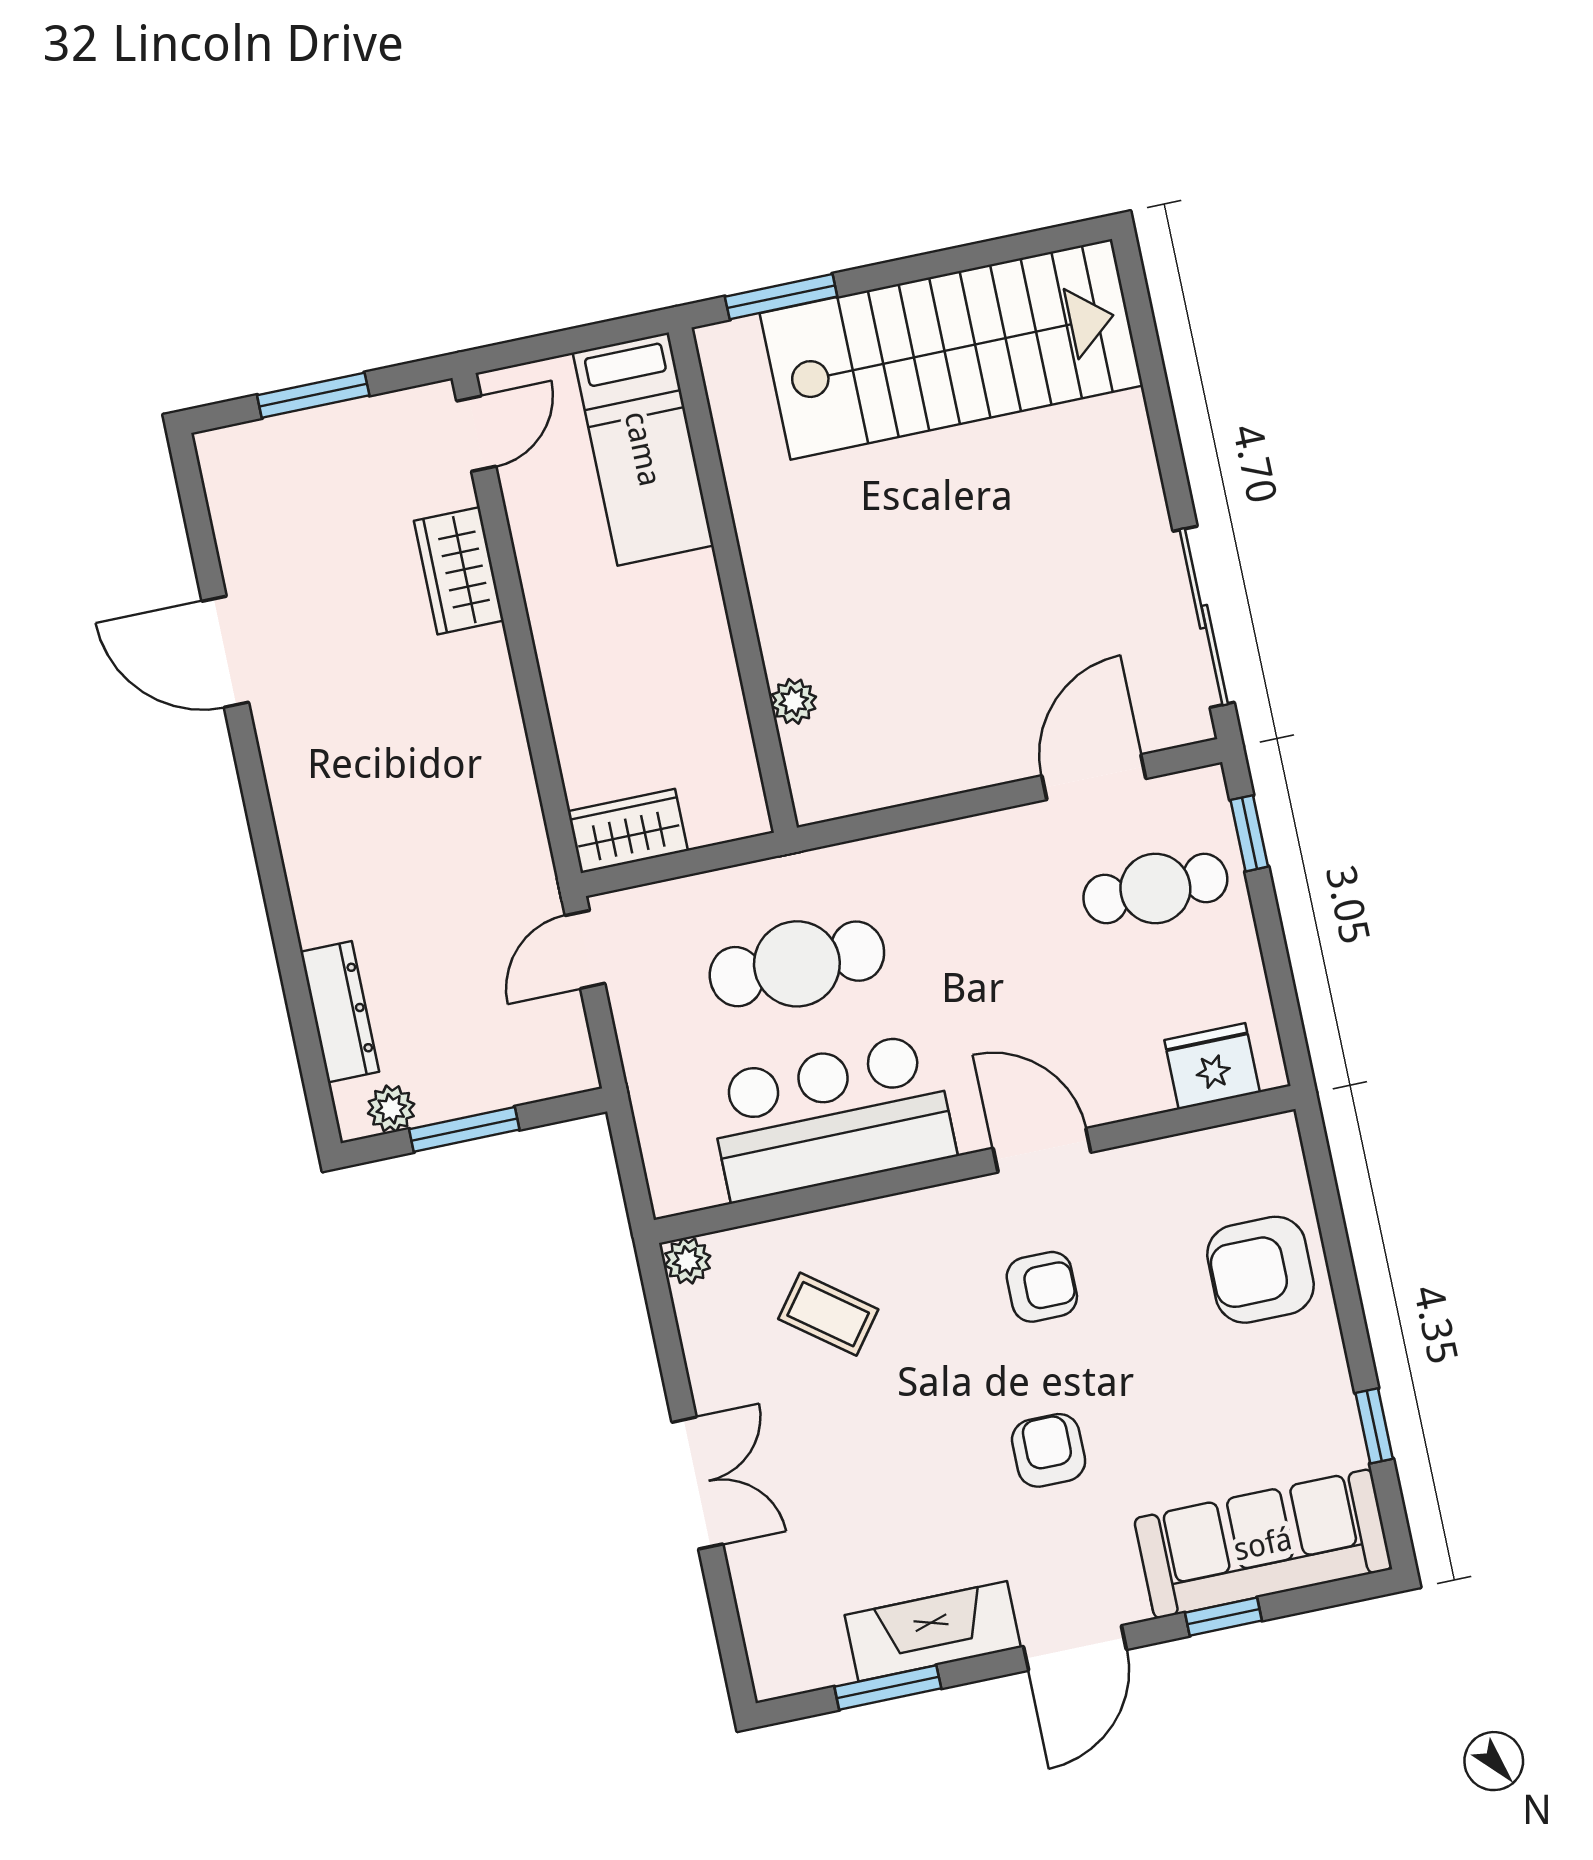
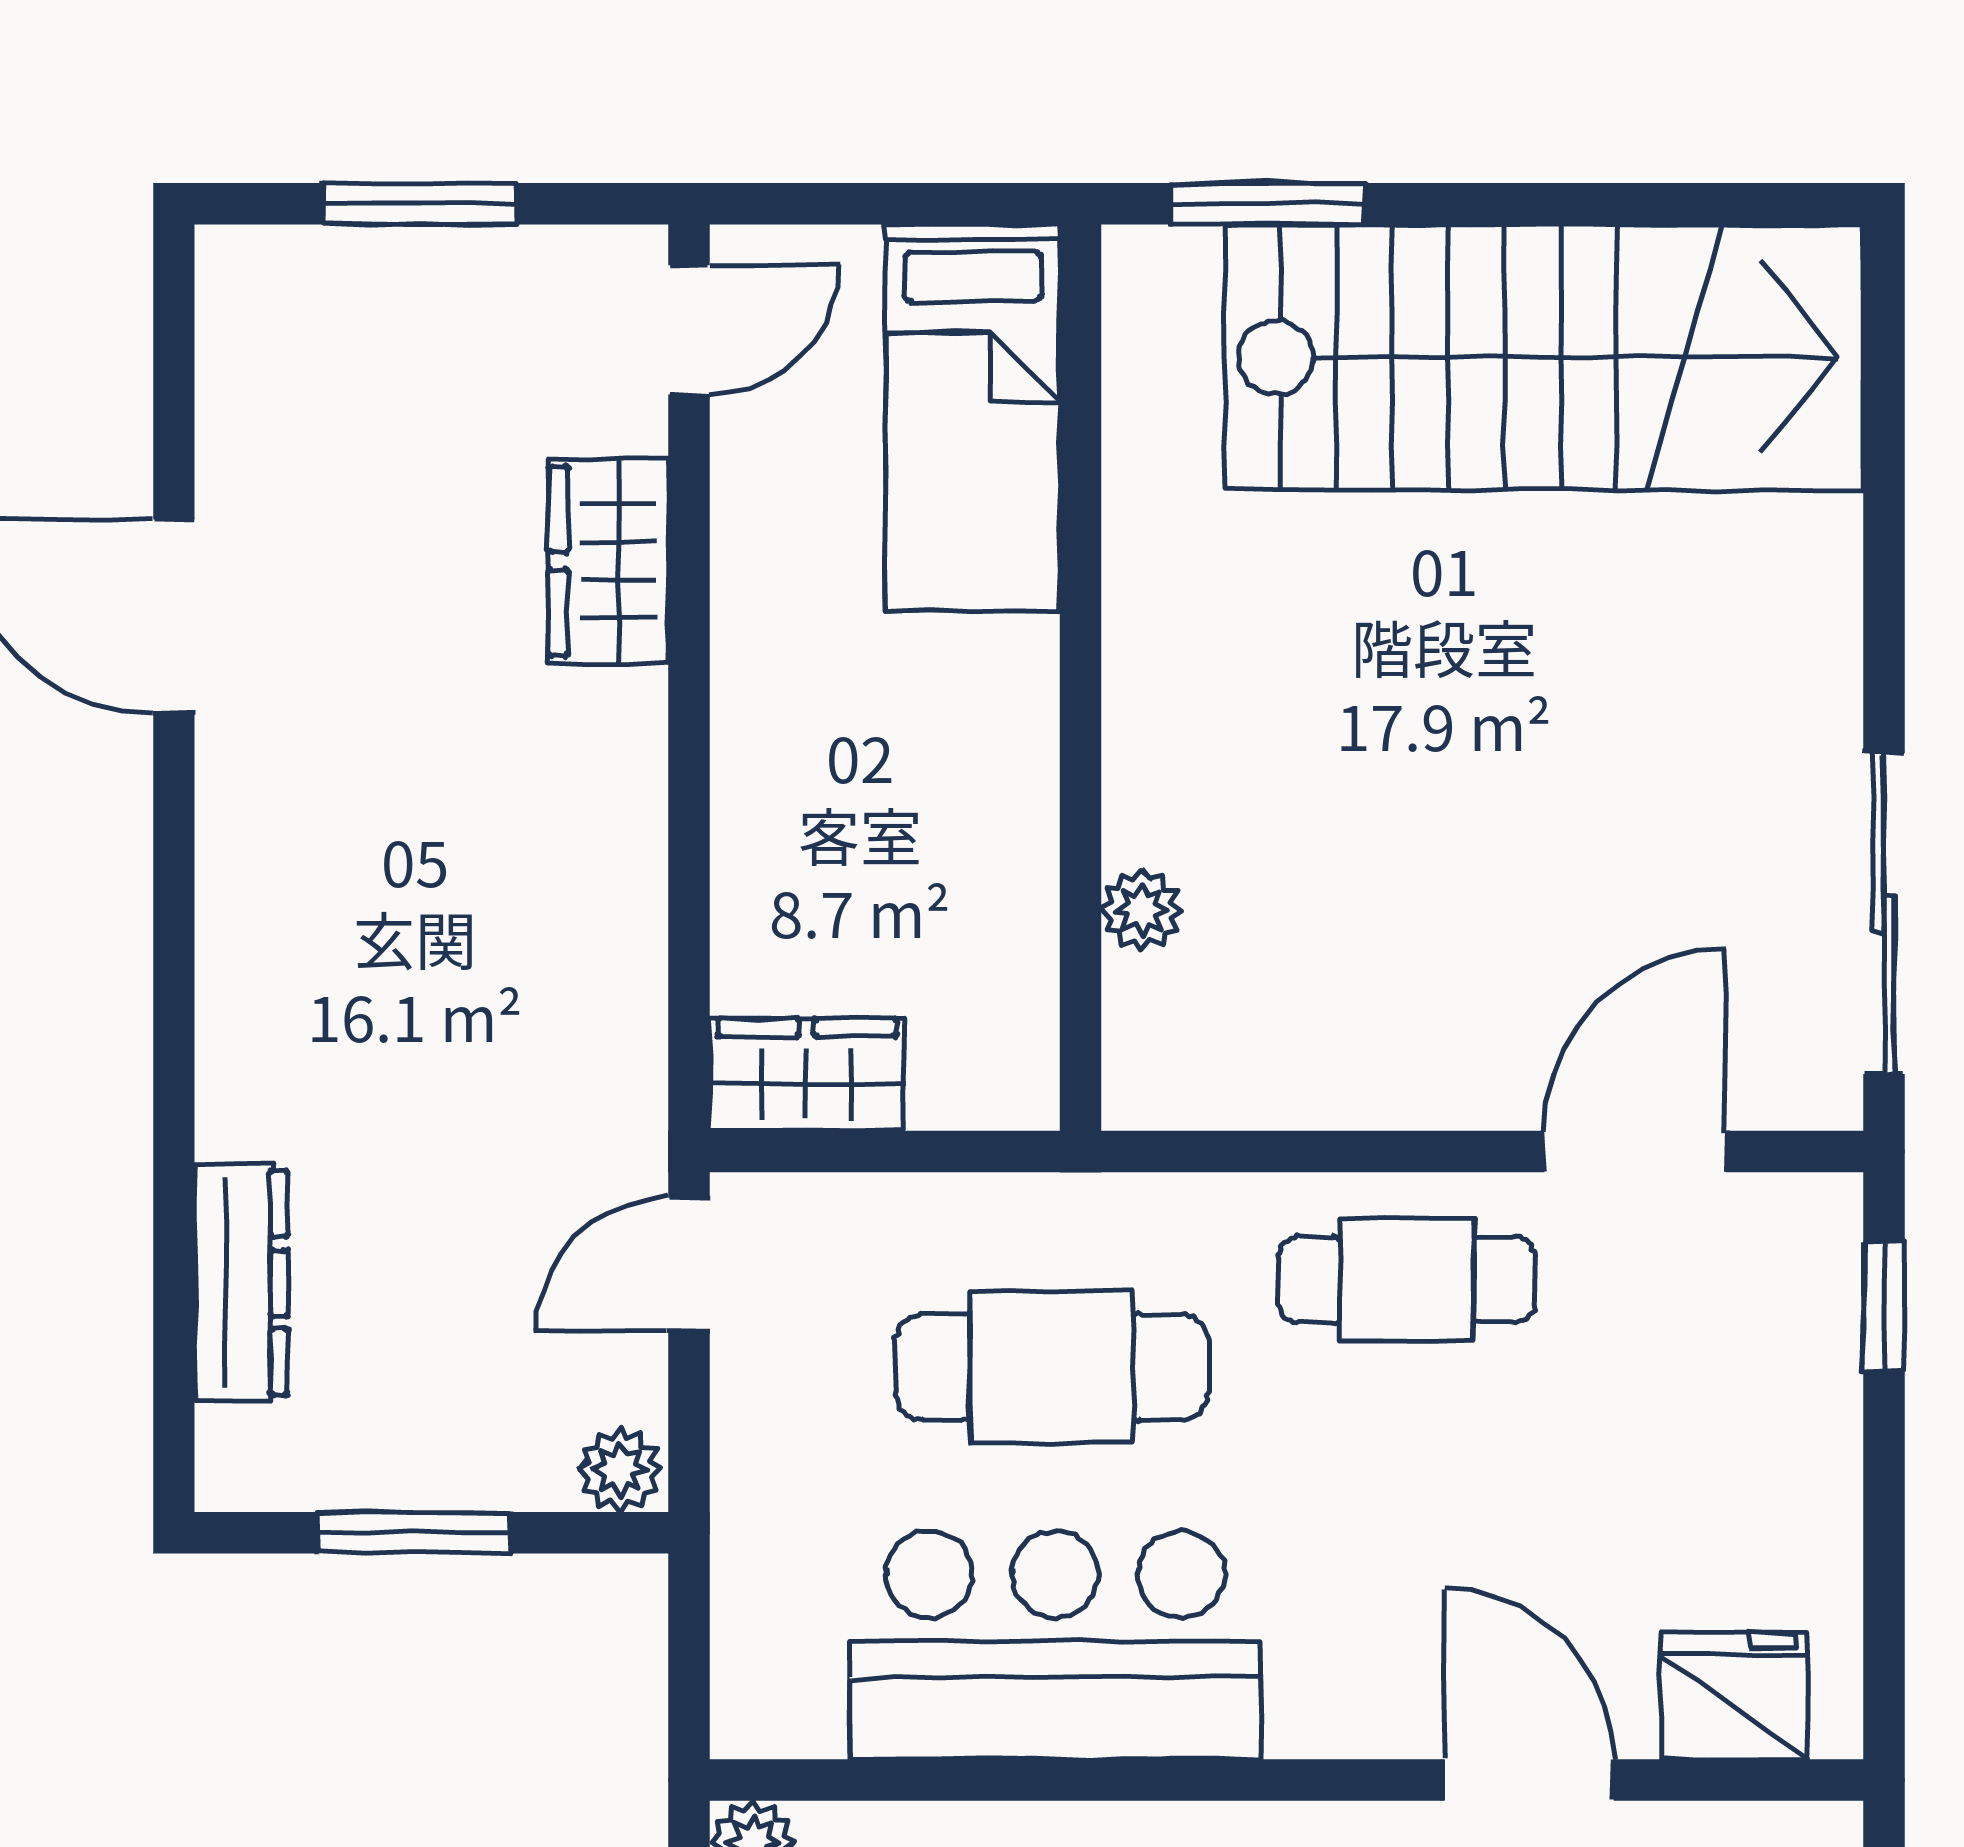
cafe table: (1155, 889) -> (1407, 1280), moved
plant: (391, 1109) -> (620, 1470), moved
door: (1042, 1150) -> (1529, 1780), moved

